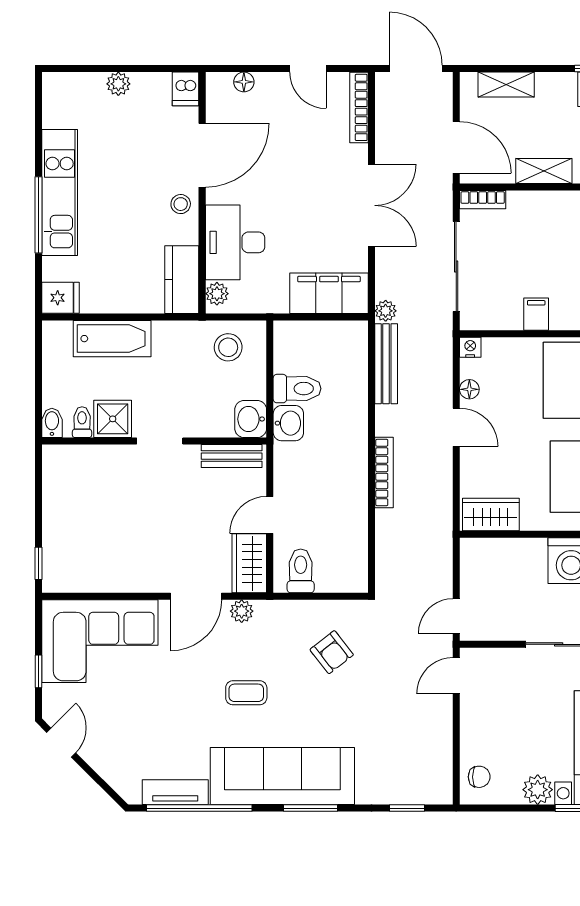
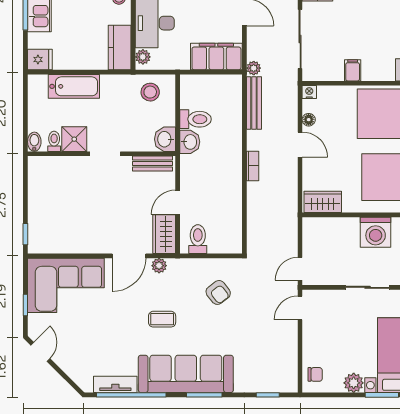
bookcase: (384, 472) -> (253, 166), width x0.64

